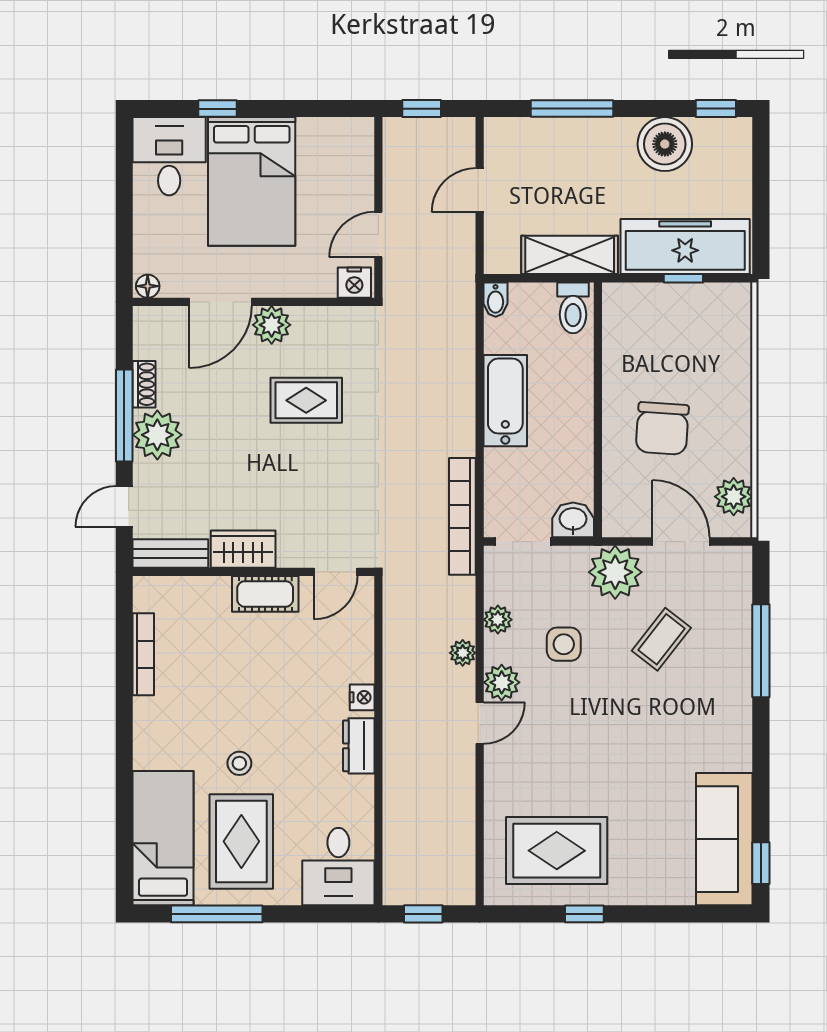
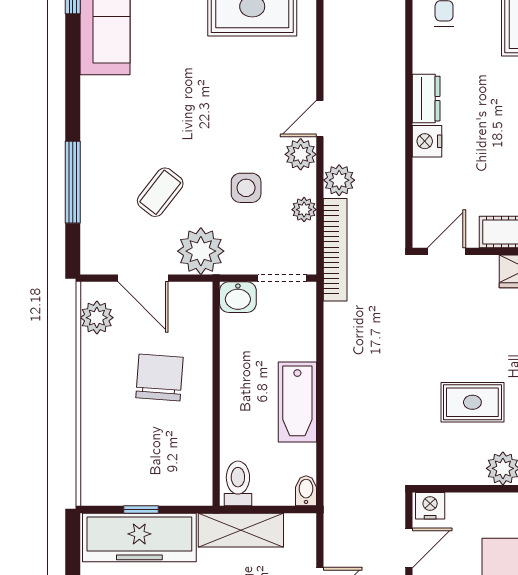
bookcase: (462, 516) -> (335, 250), moved
plant: (463, 653) -> (339, 180), width x1.38, depth x1.38
nightstand: (362, 697) -> (427, 141), width x1.39, depth x1.35

